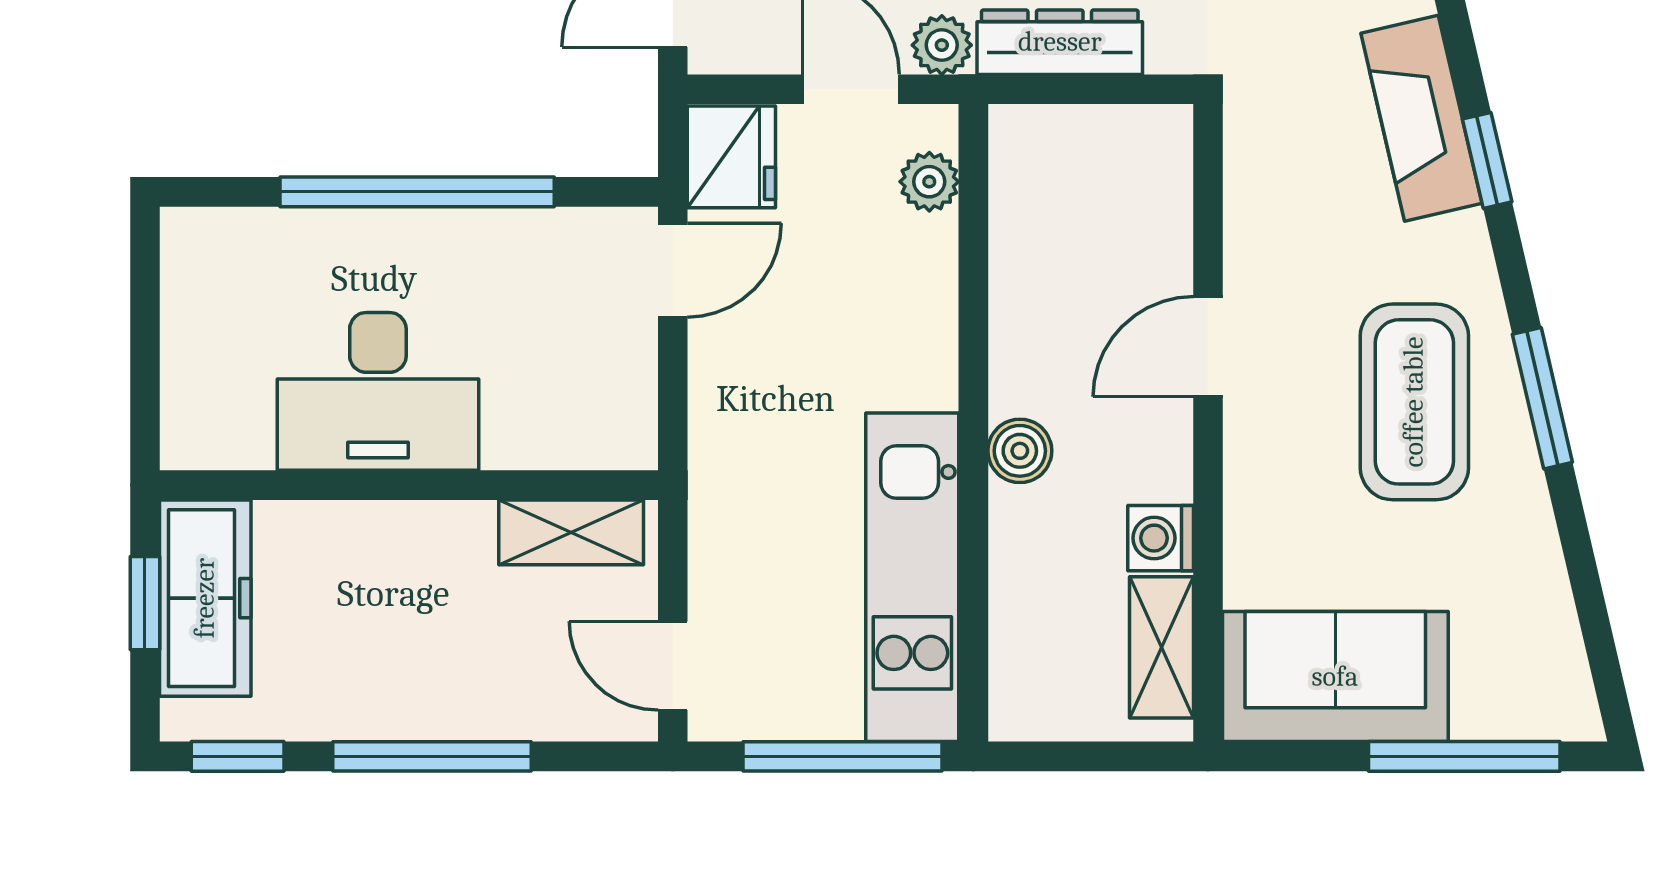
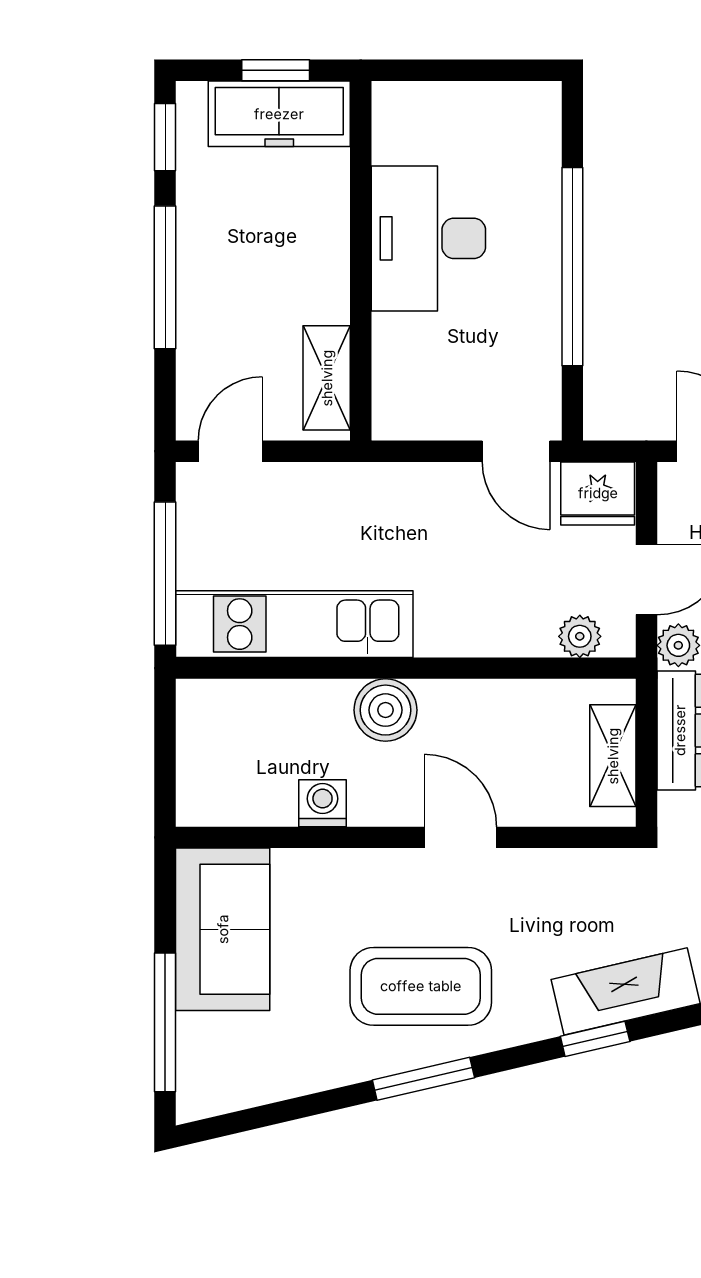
boiler: (1020, 451) -> (385, 710), width x1.36, depth x1.36
shelving: (1161, 647) -> (613, 756), moved, turned 90

